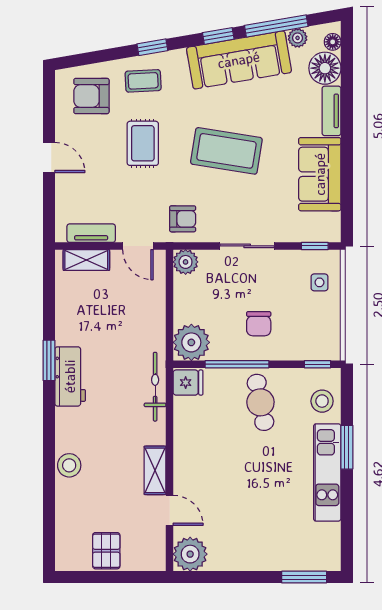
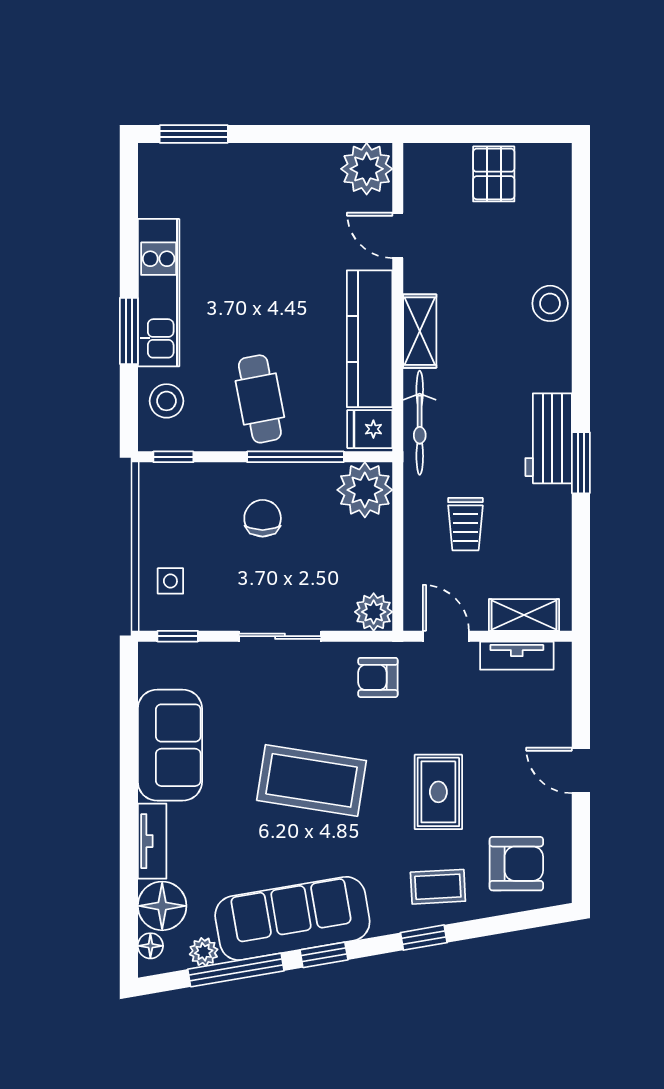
trolley: (125, 320) -> (465, 524), added
kitchen counter: (188, 442) -> (370, 339), added
shelving: (155, 470) -> (420, 331), moved

